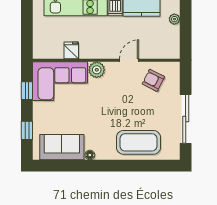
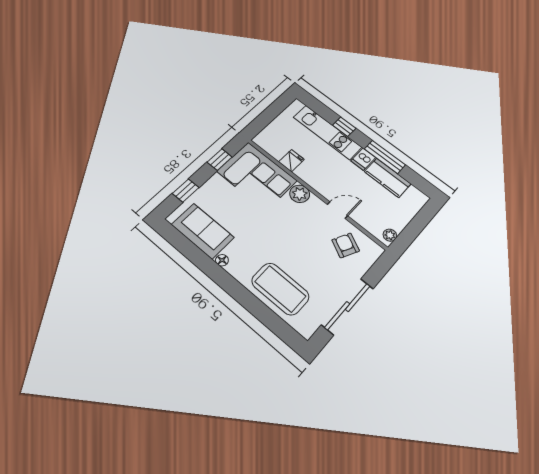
plant: (174, 19) -> (390, 235), moved

